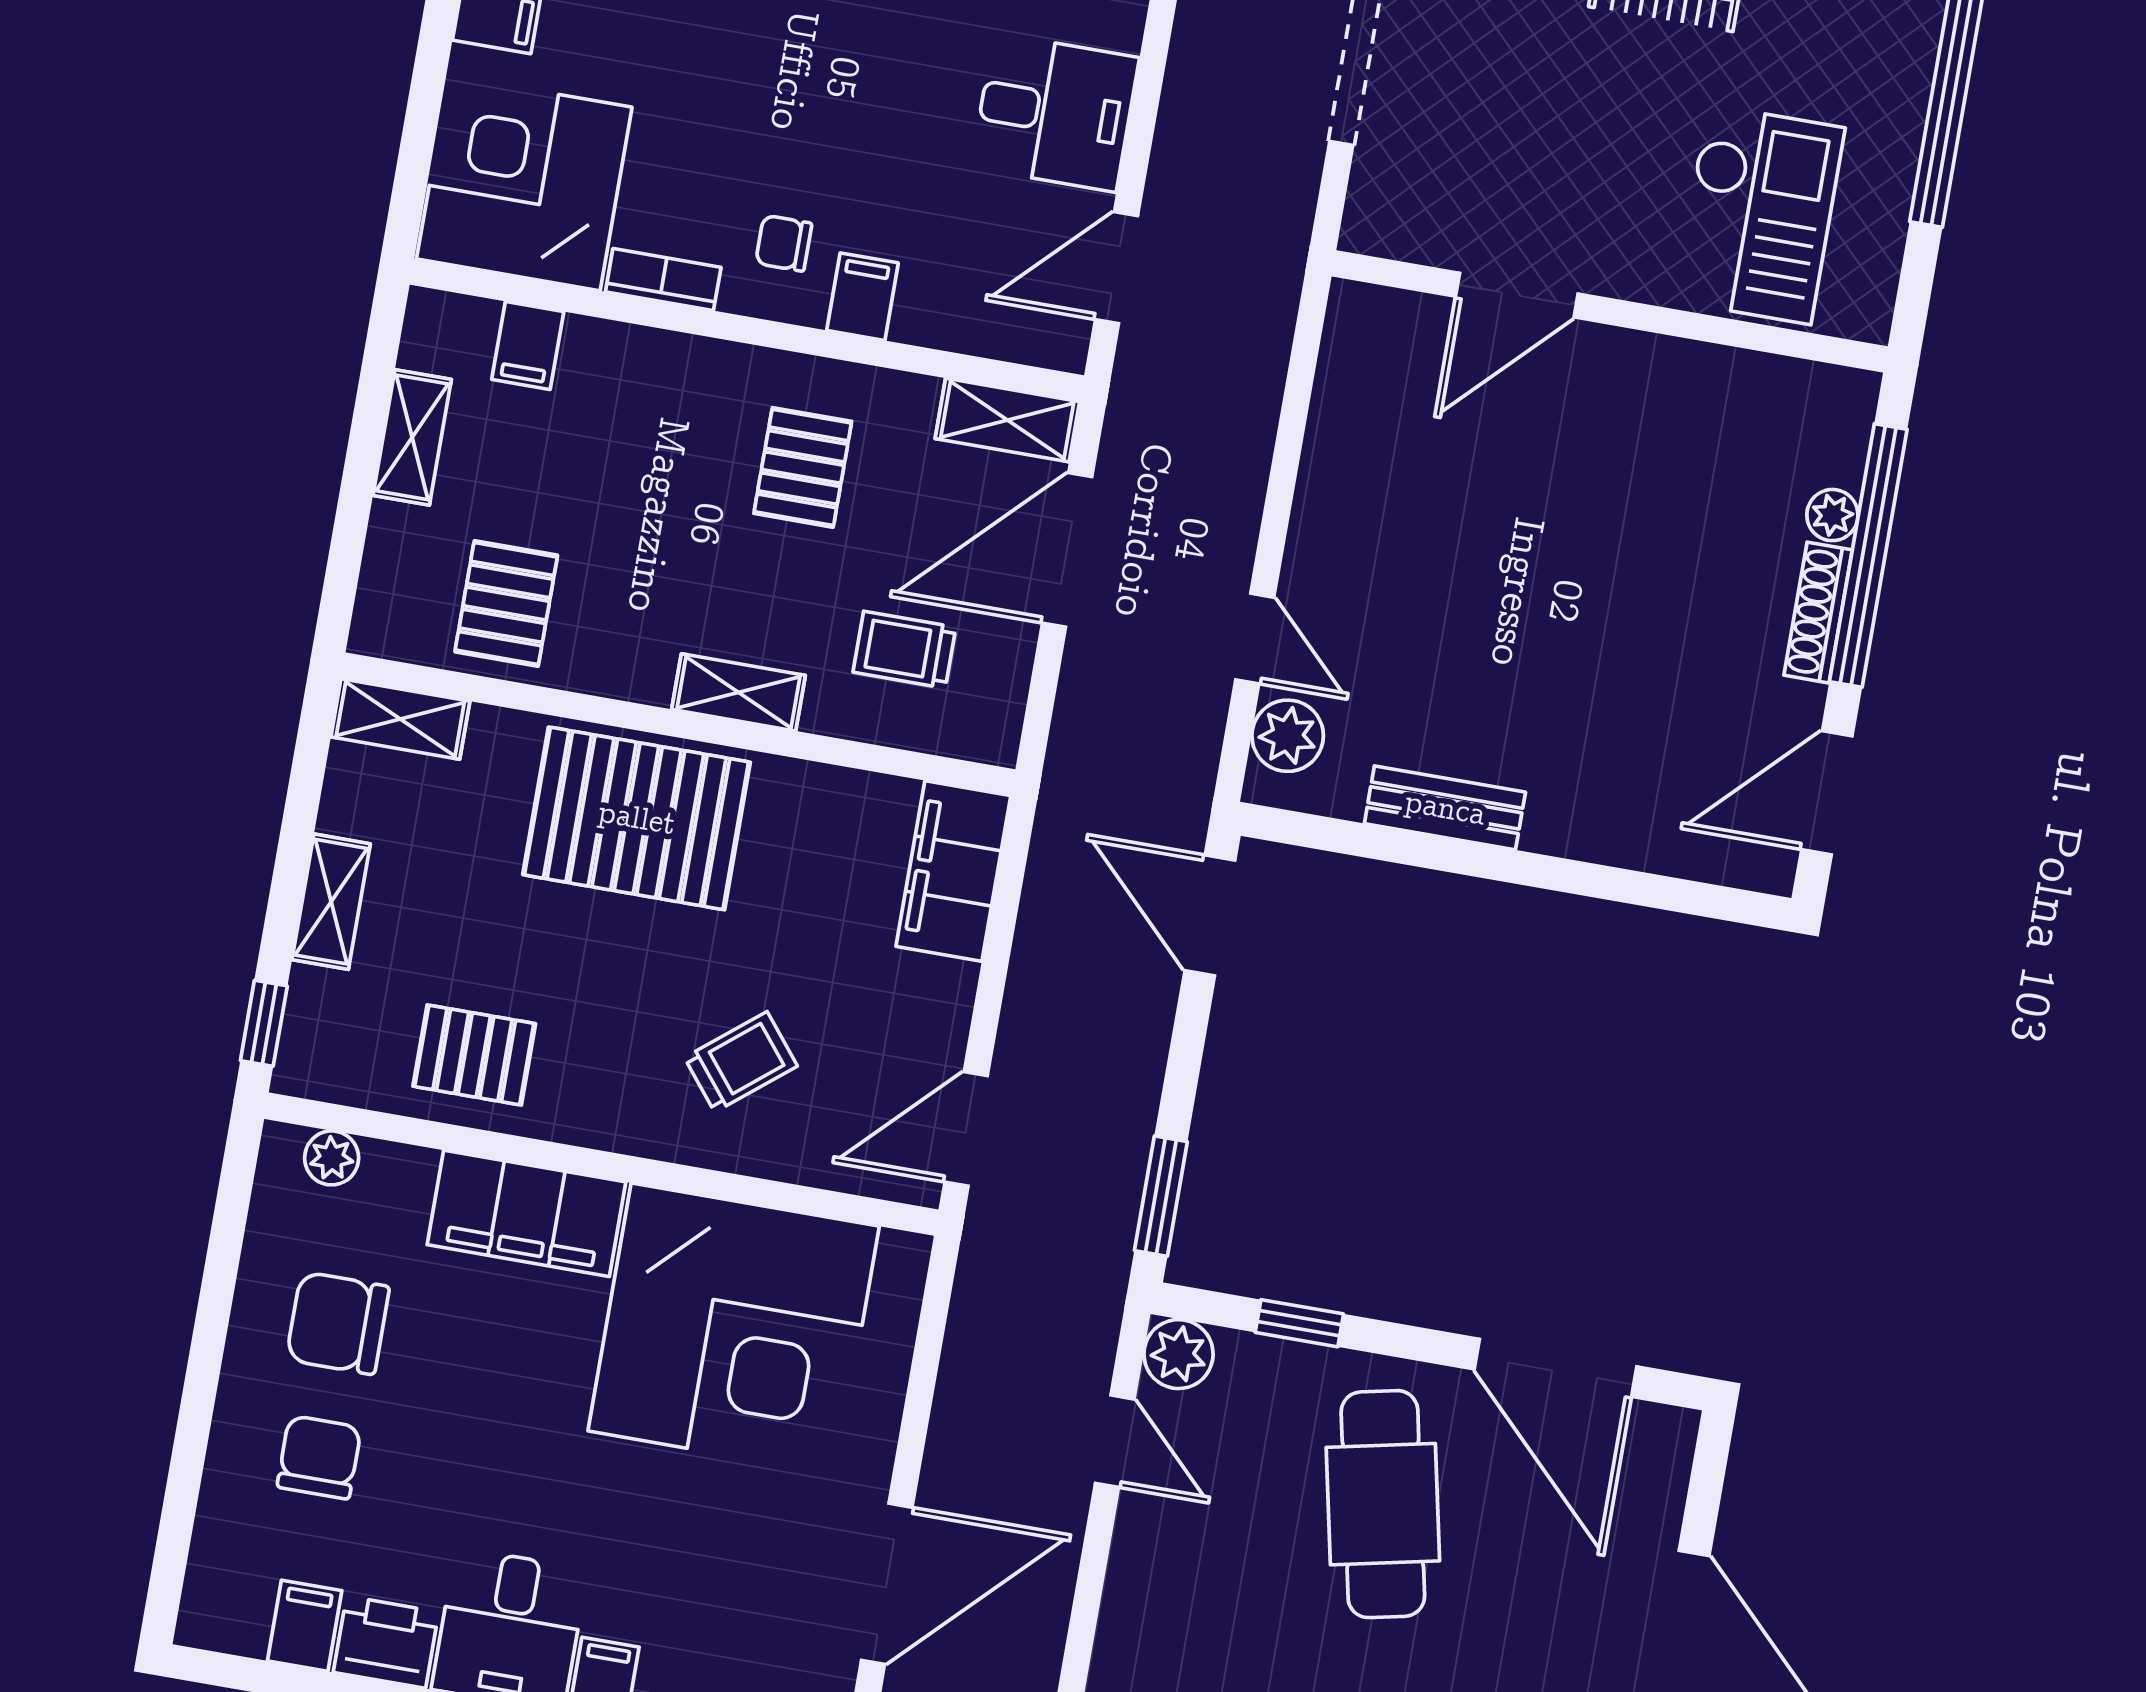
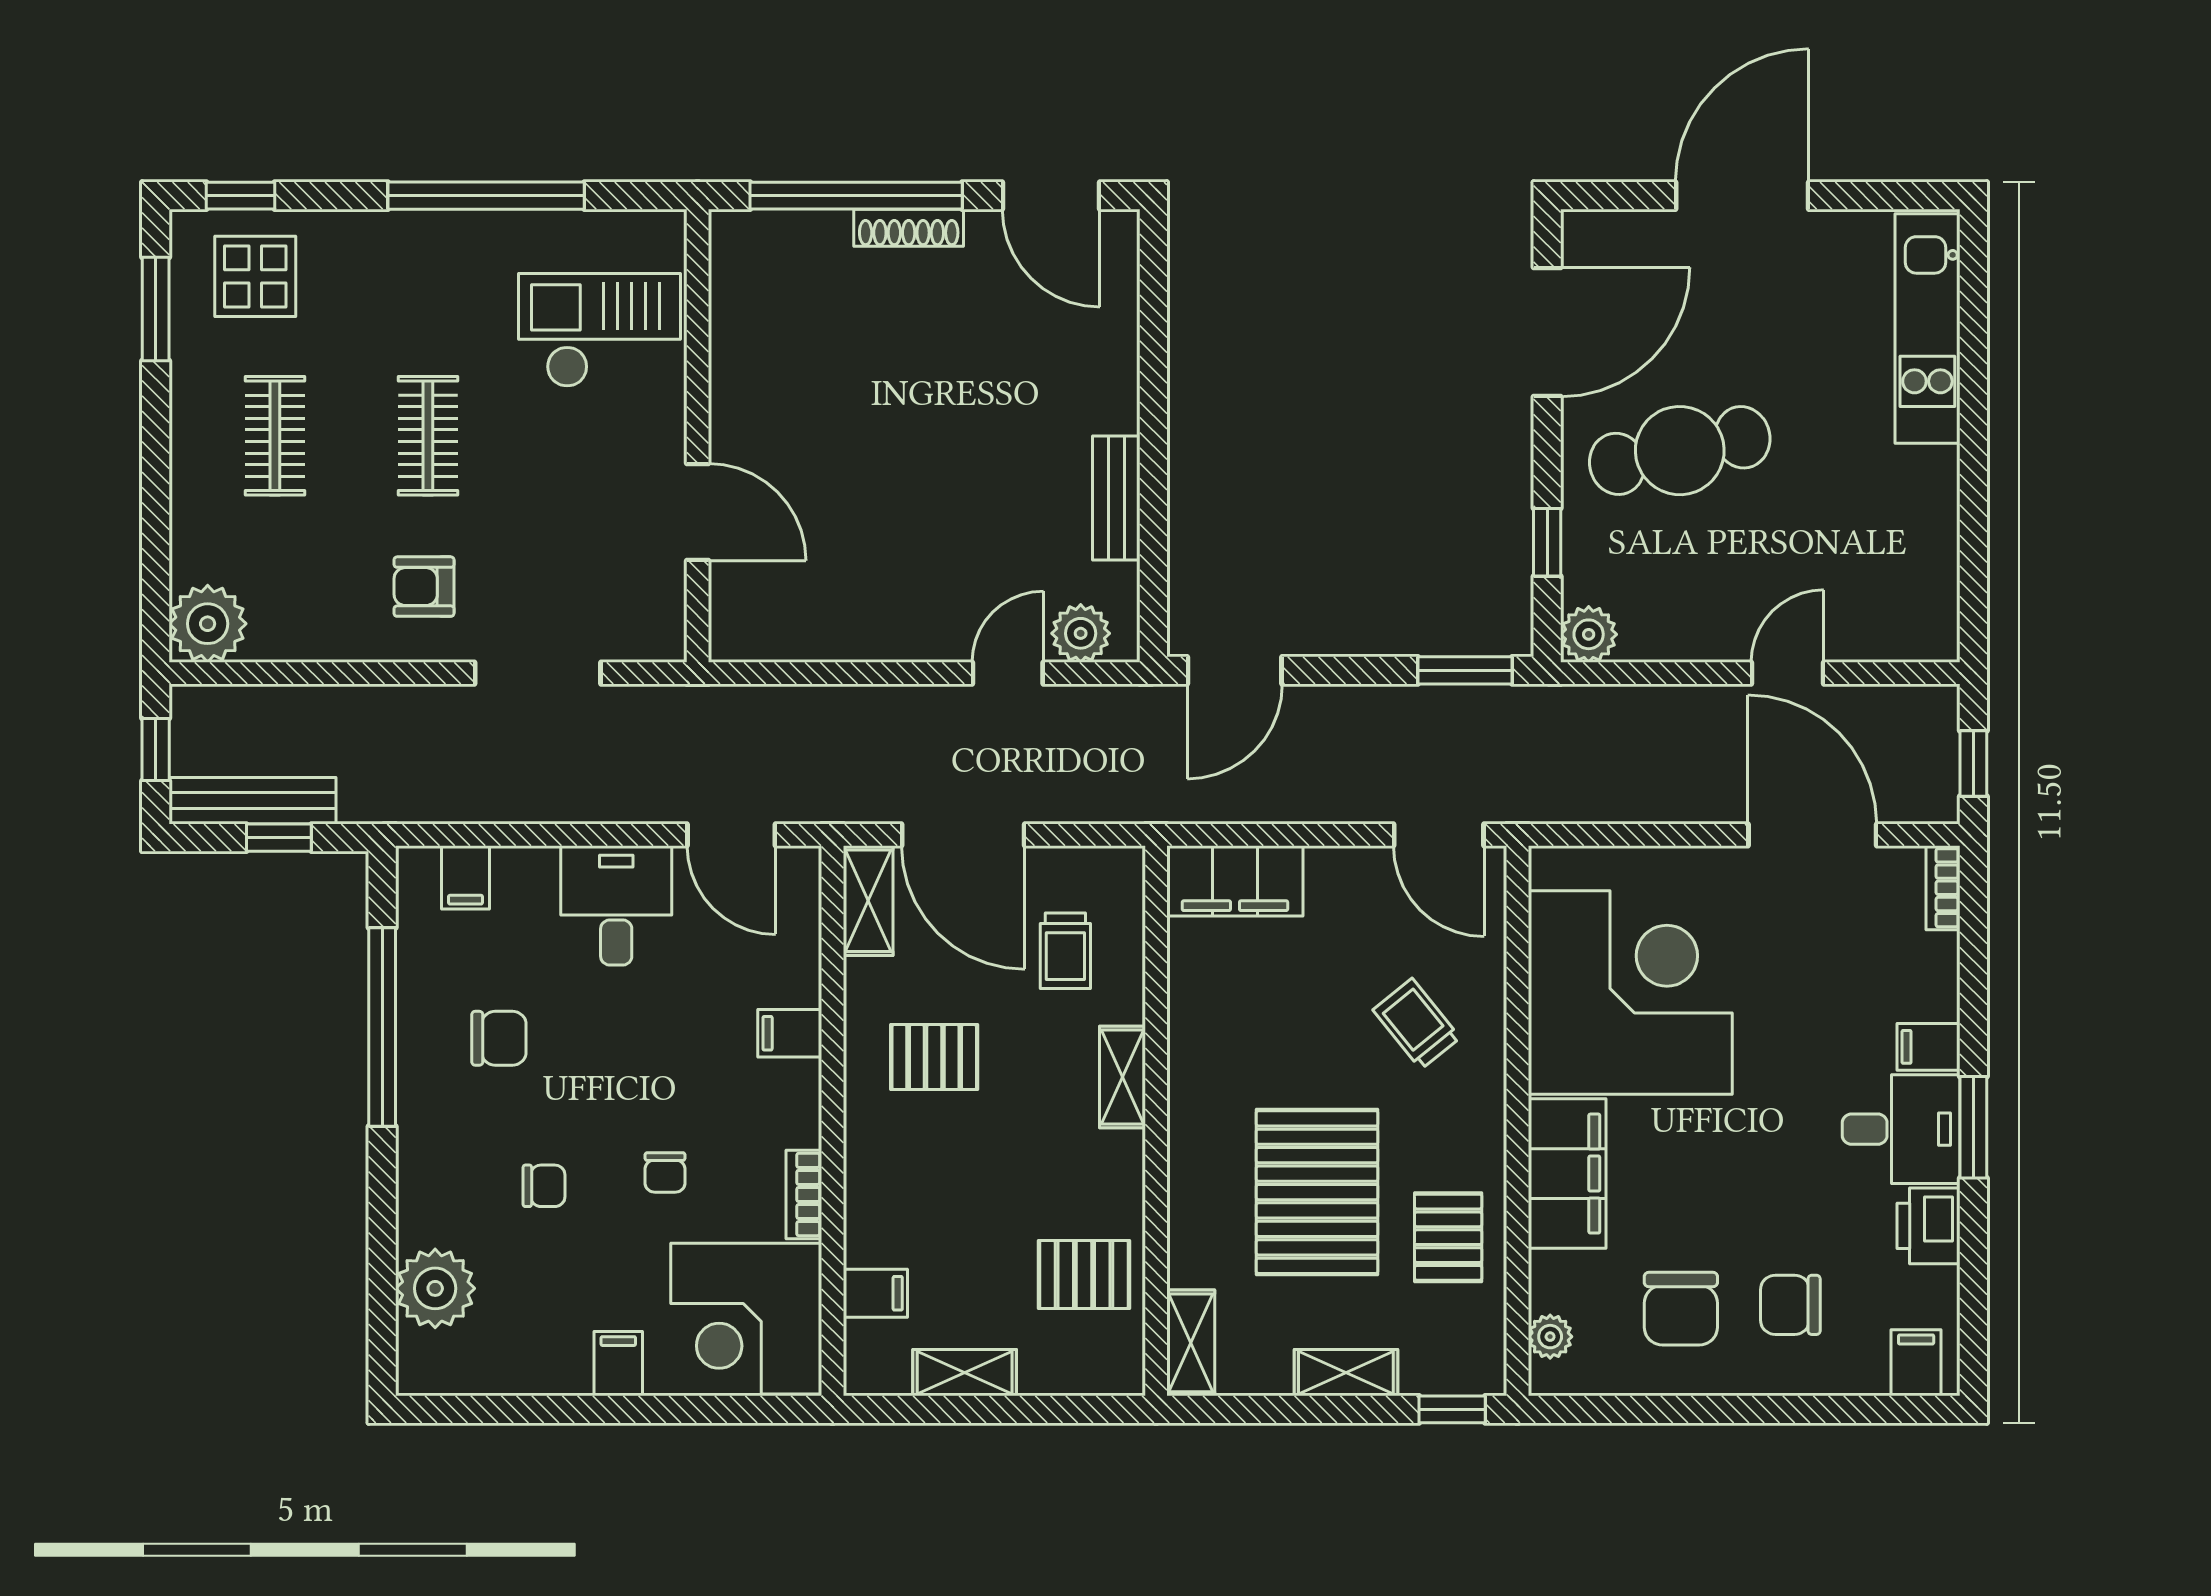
chair: (784, 243) -> (665, 1172), moved
plant: (1832, 515) -> (829, 230), removed
pallet: (637, 818) -> (1317, 1192), moved
door: (1115, 1441) -> (1788, 673), moved
filing cabinet: (305, 1626) -> (1916, 1363), moved, turned 90

